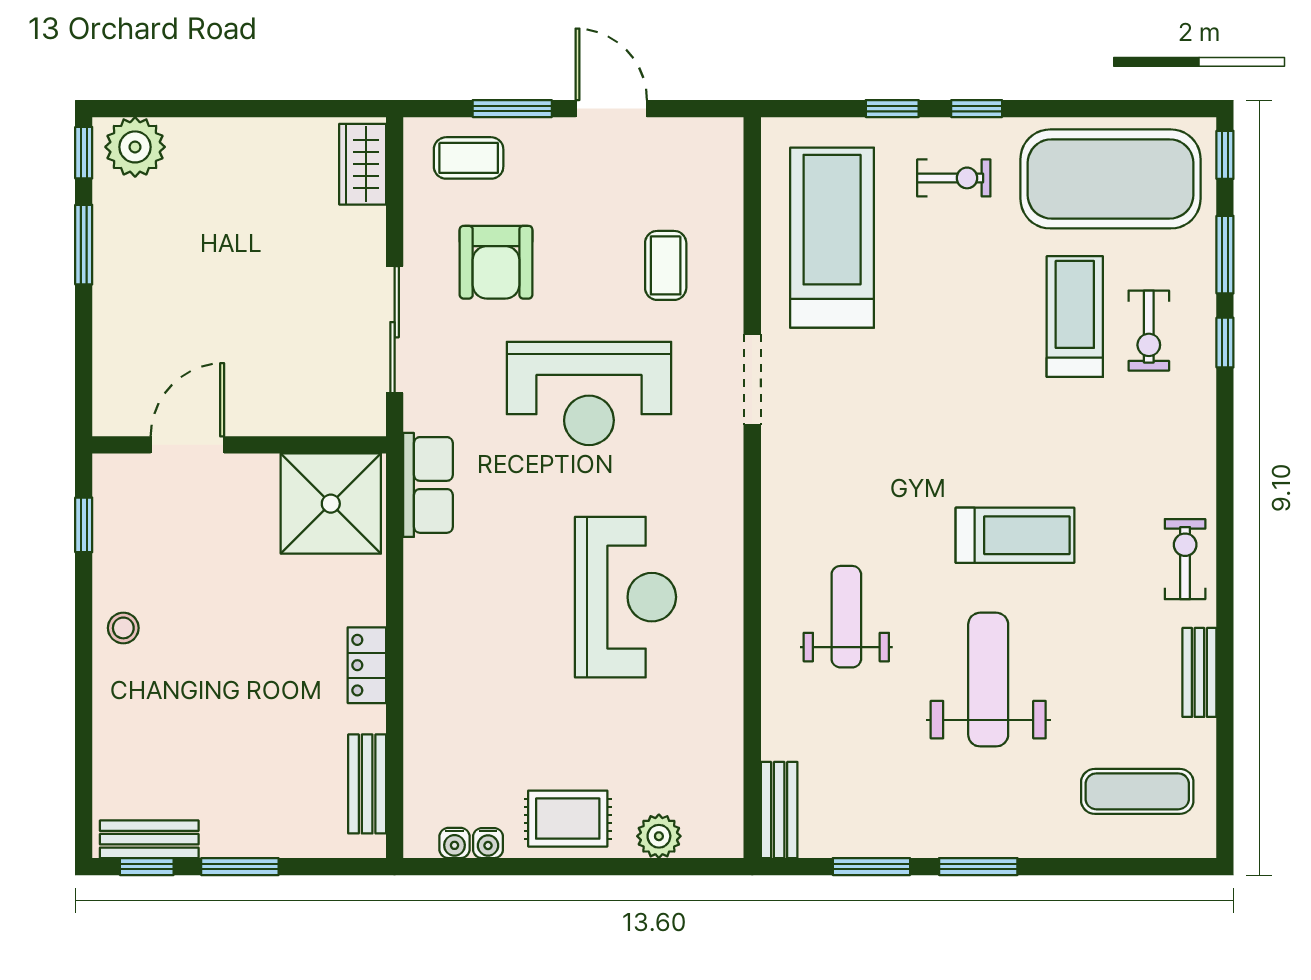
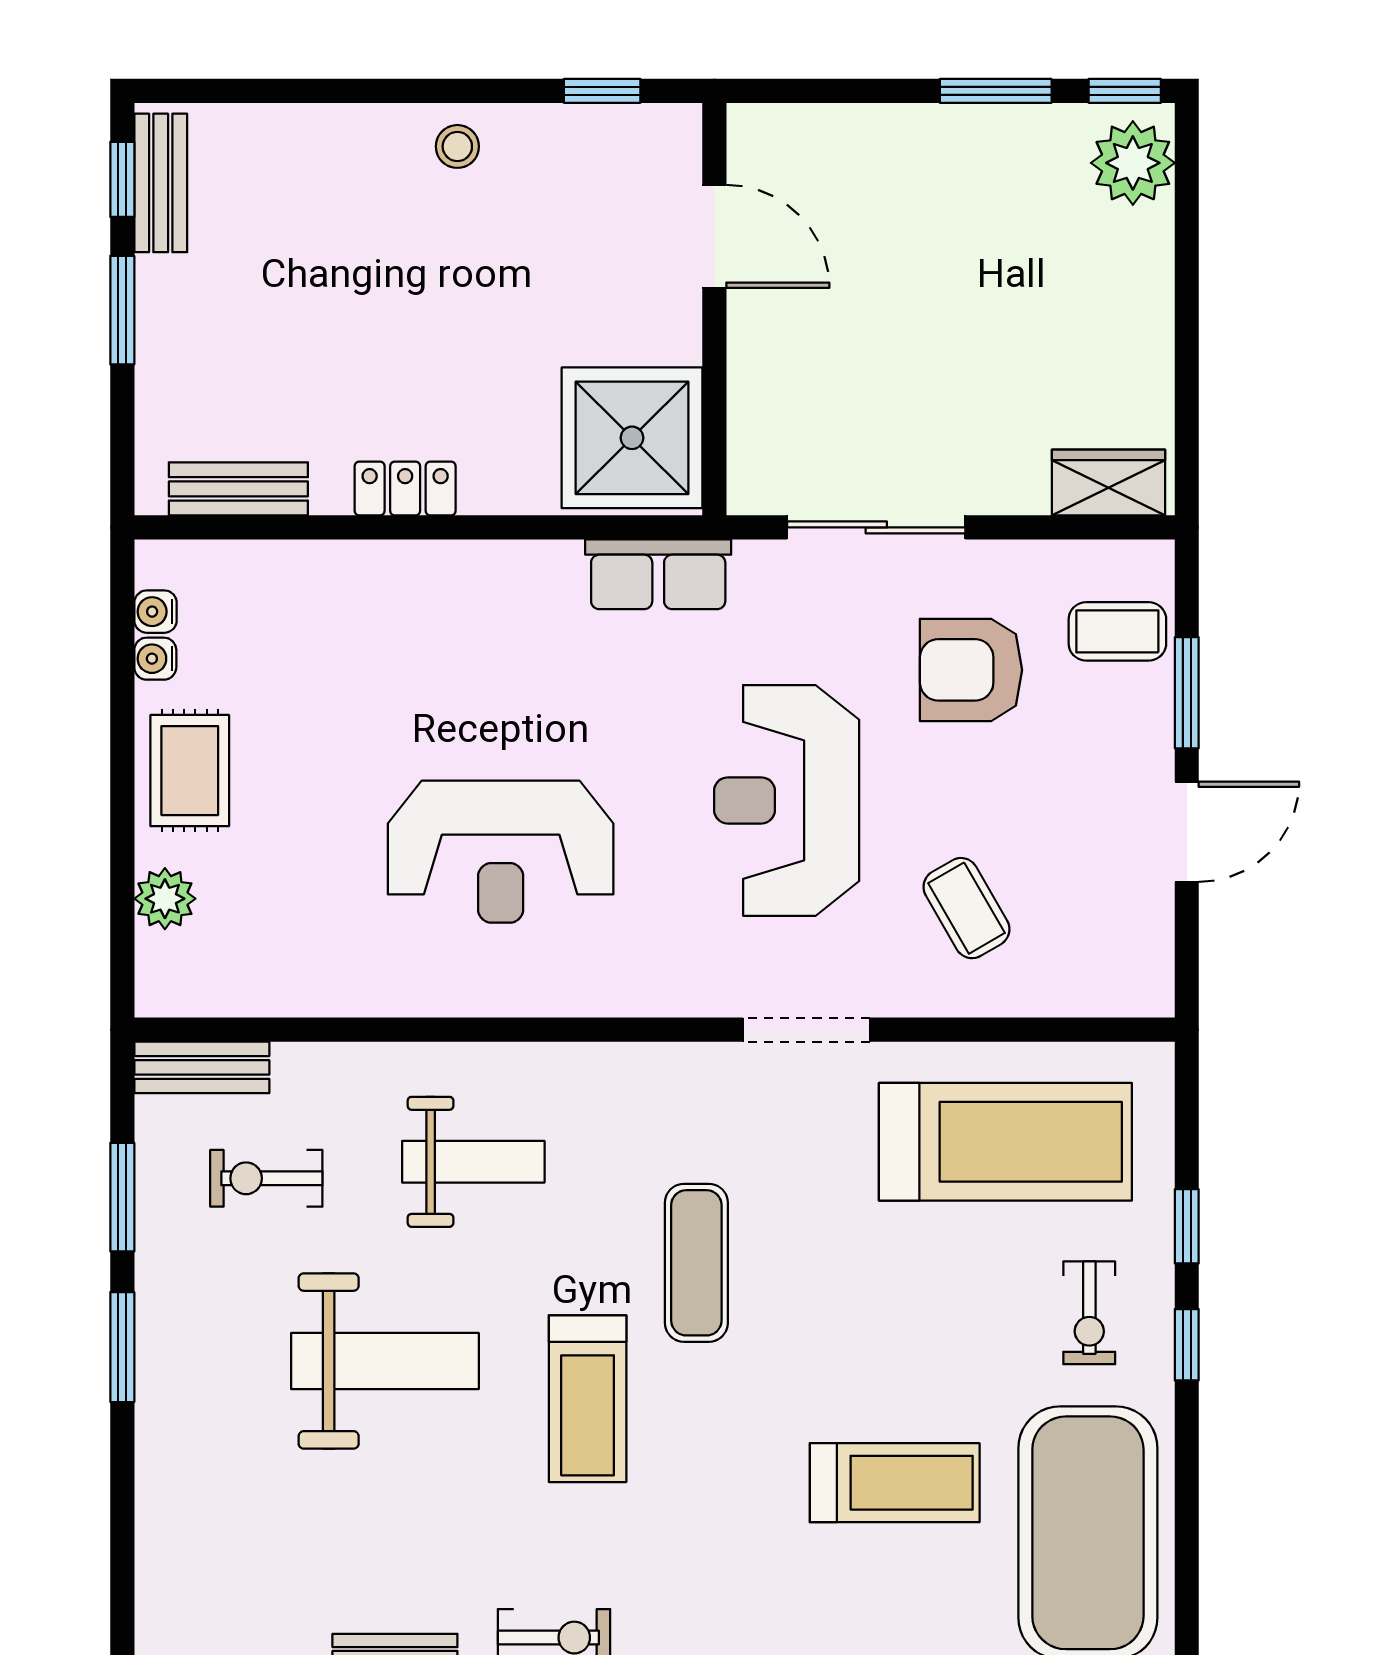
coffee table: (469, 158) -> (1117, 631), turned 90
coffee table: (666, 265) -> (966, 908), turned 60
exercise bike: (1149, 331) -> (266, 1178), moved
exercise mat: (1137, 791) -> (696, 1263), moved

